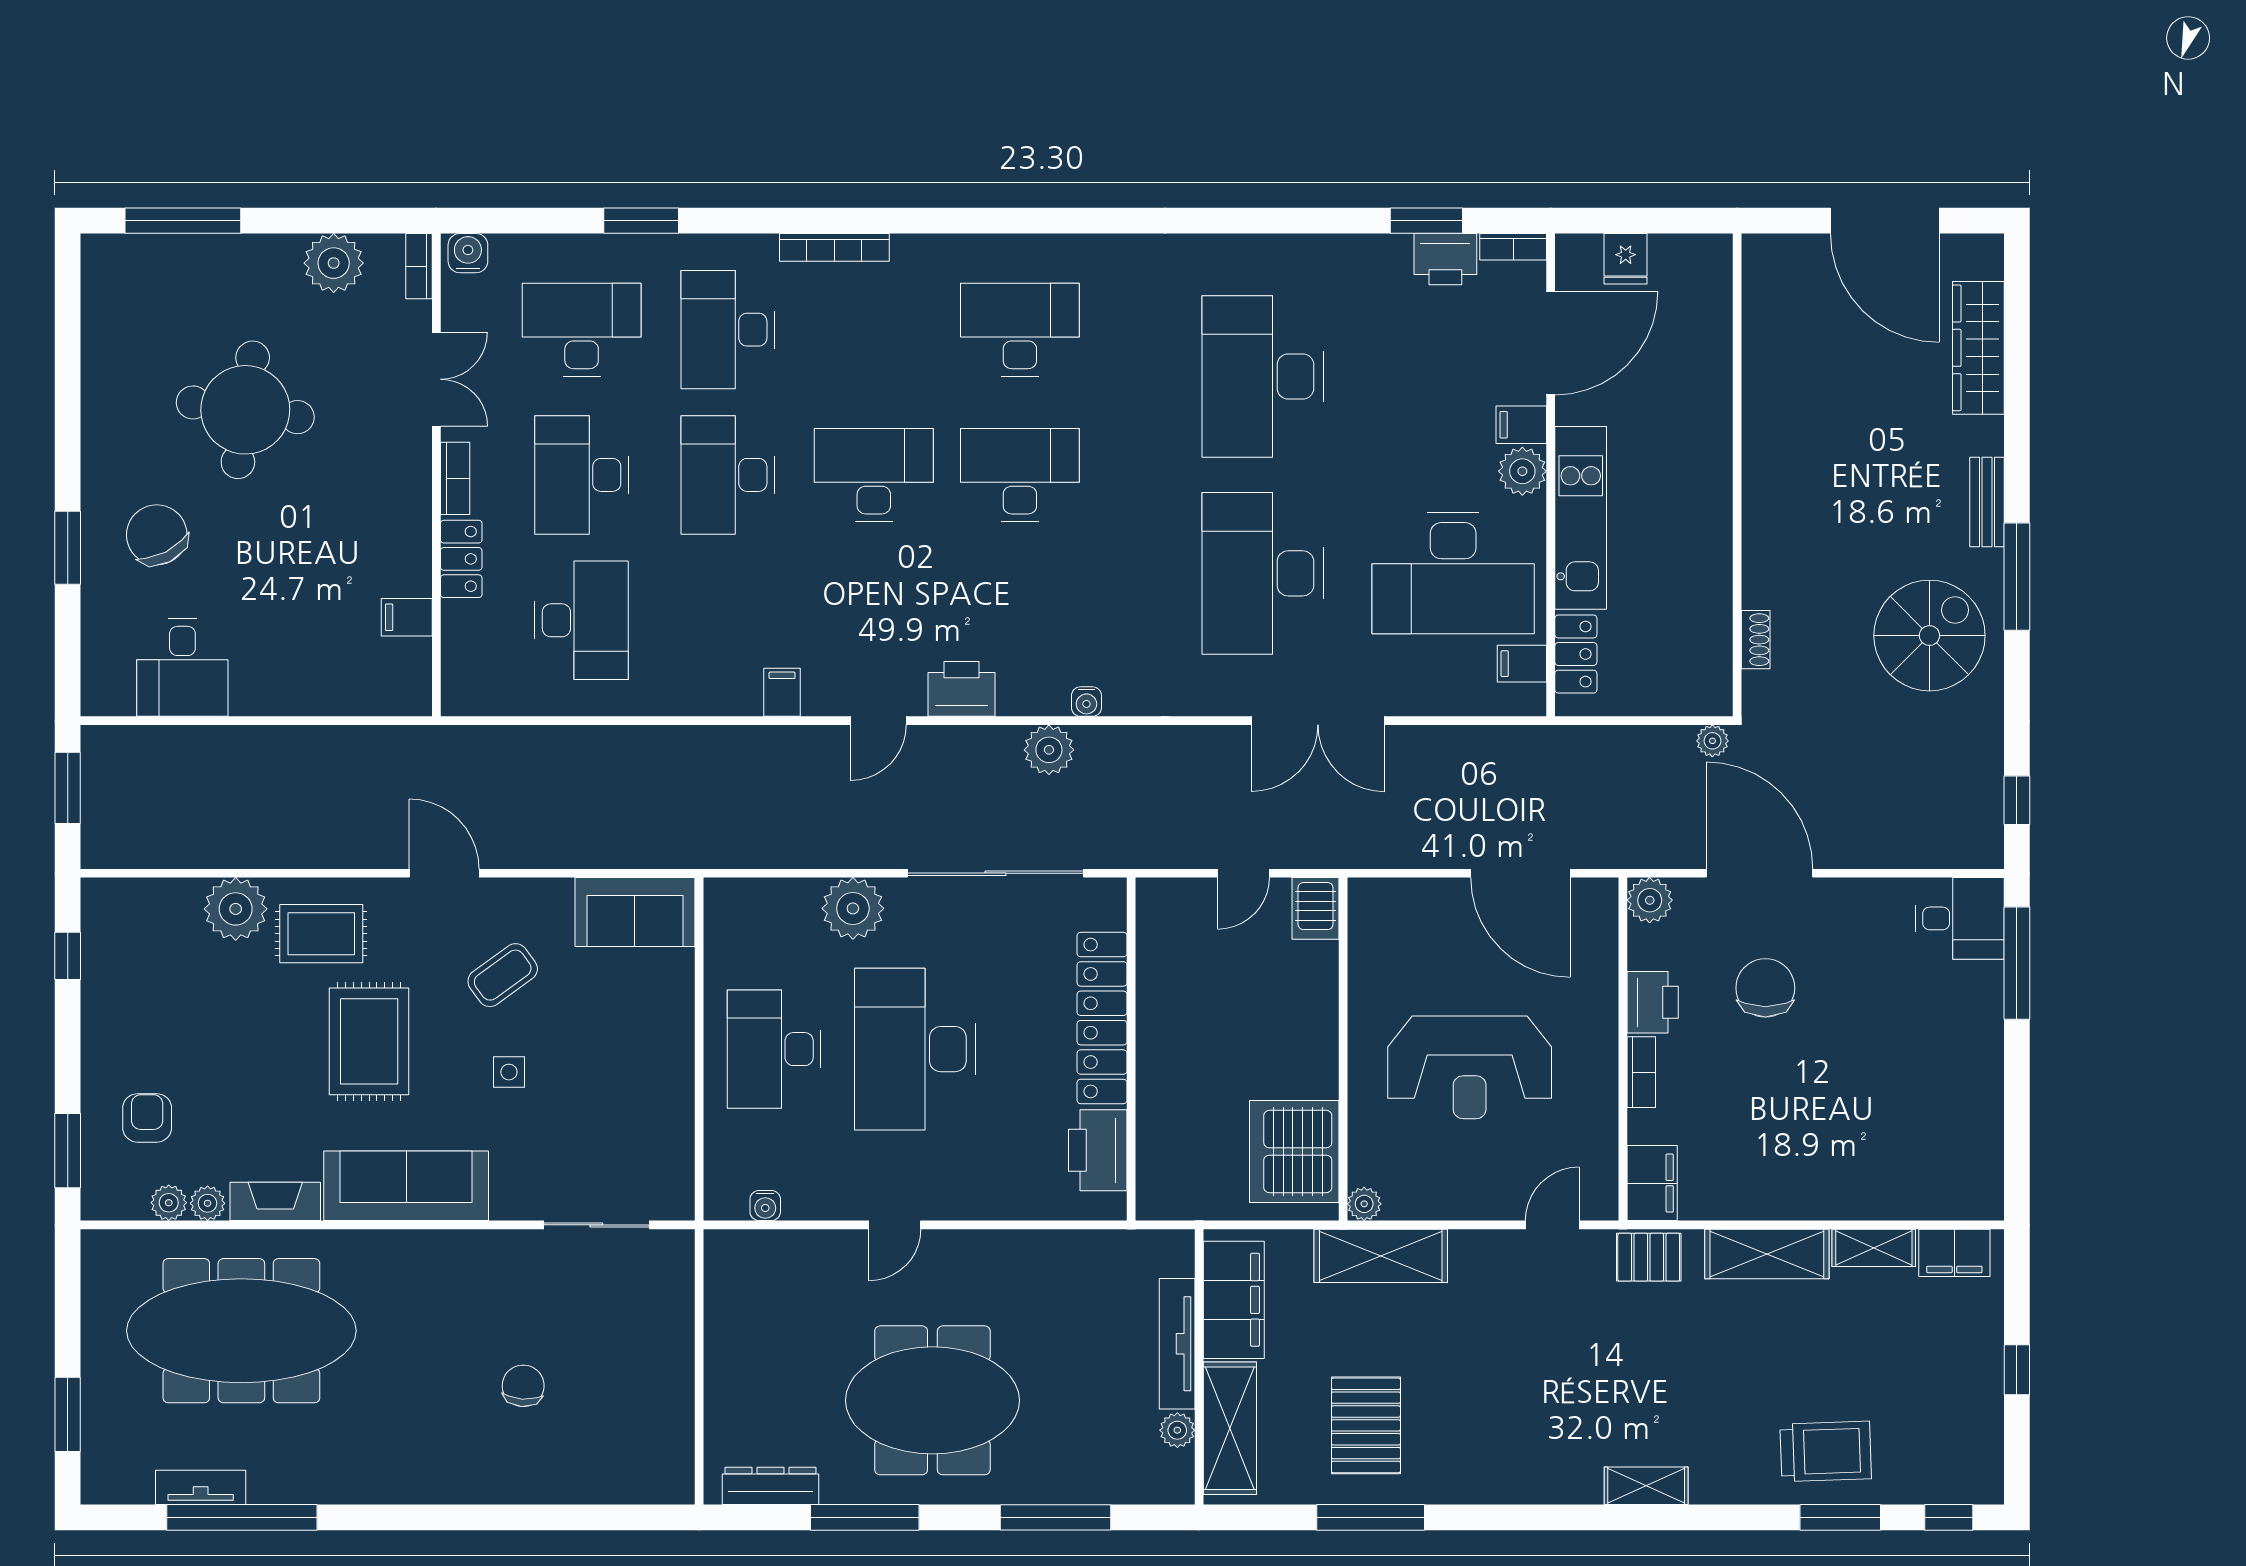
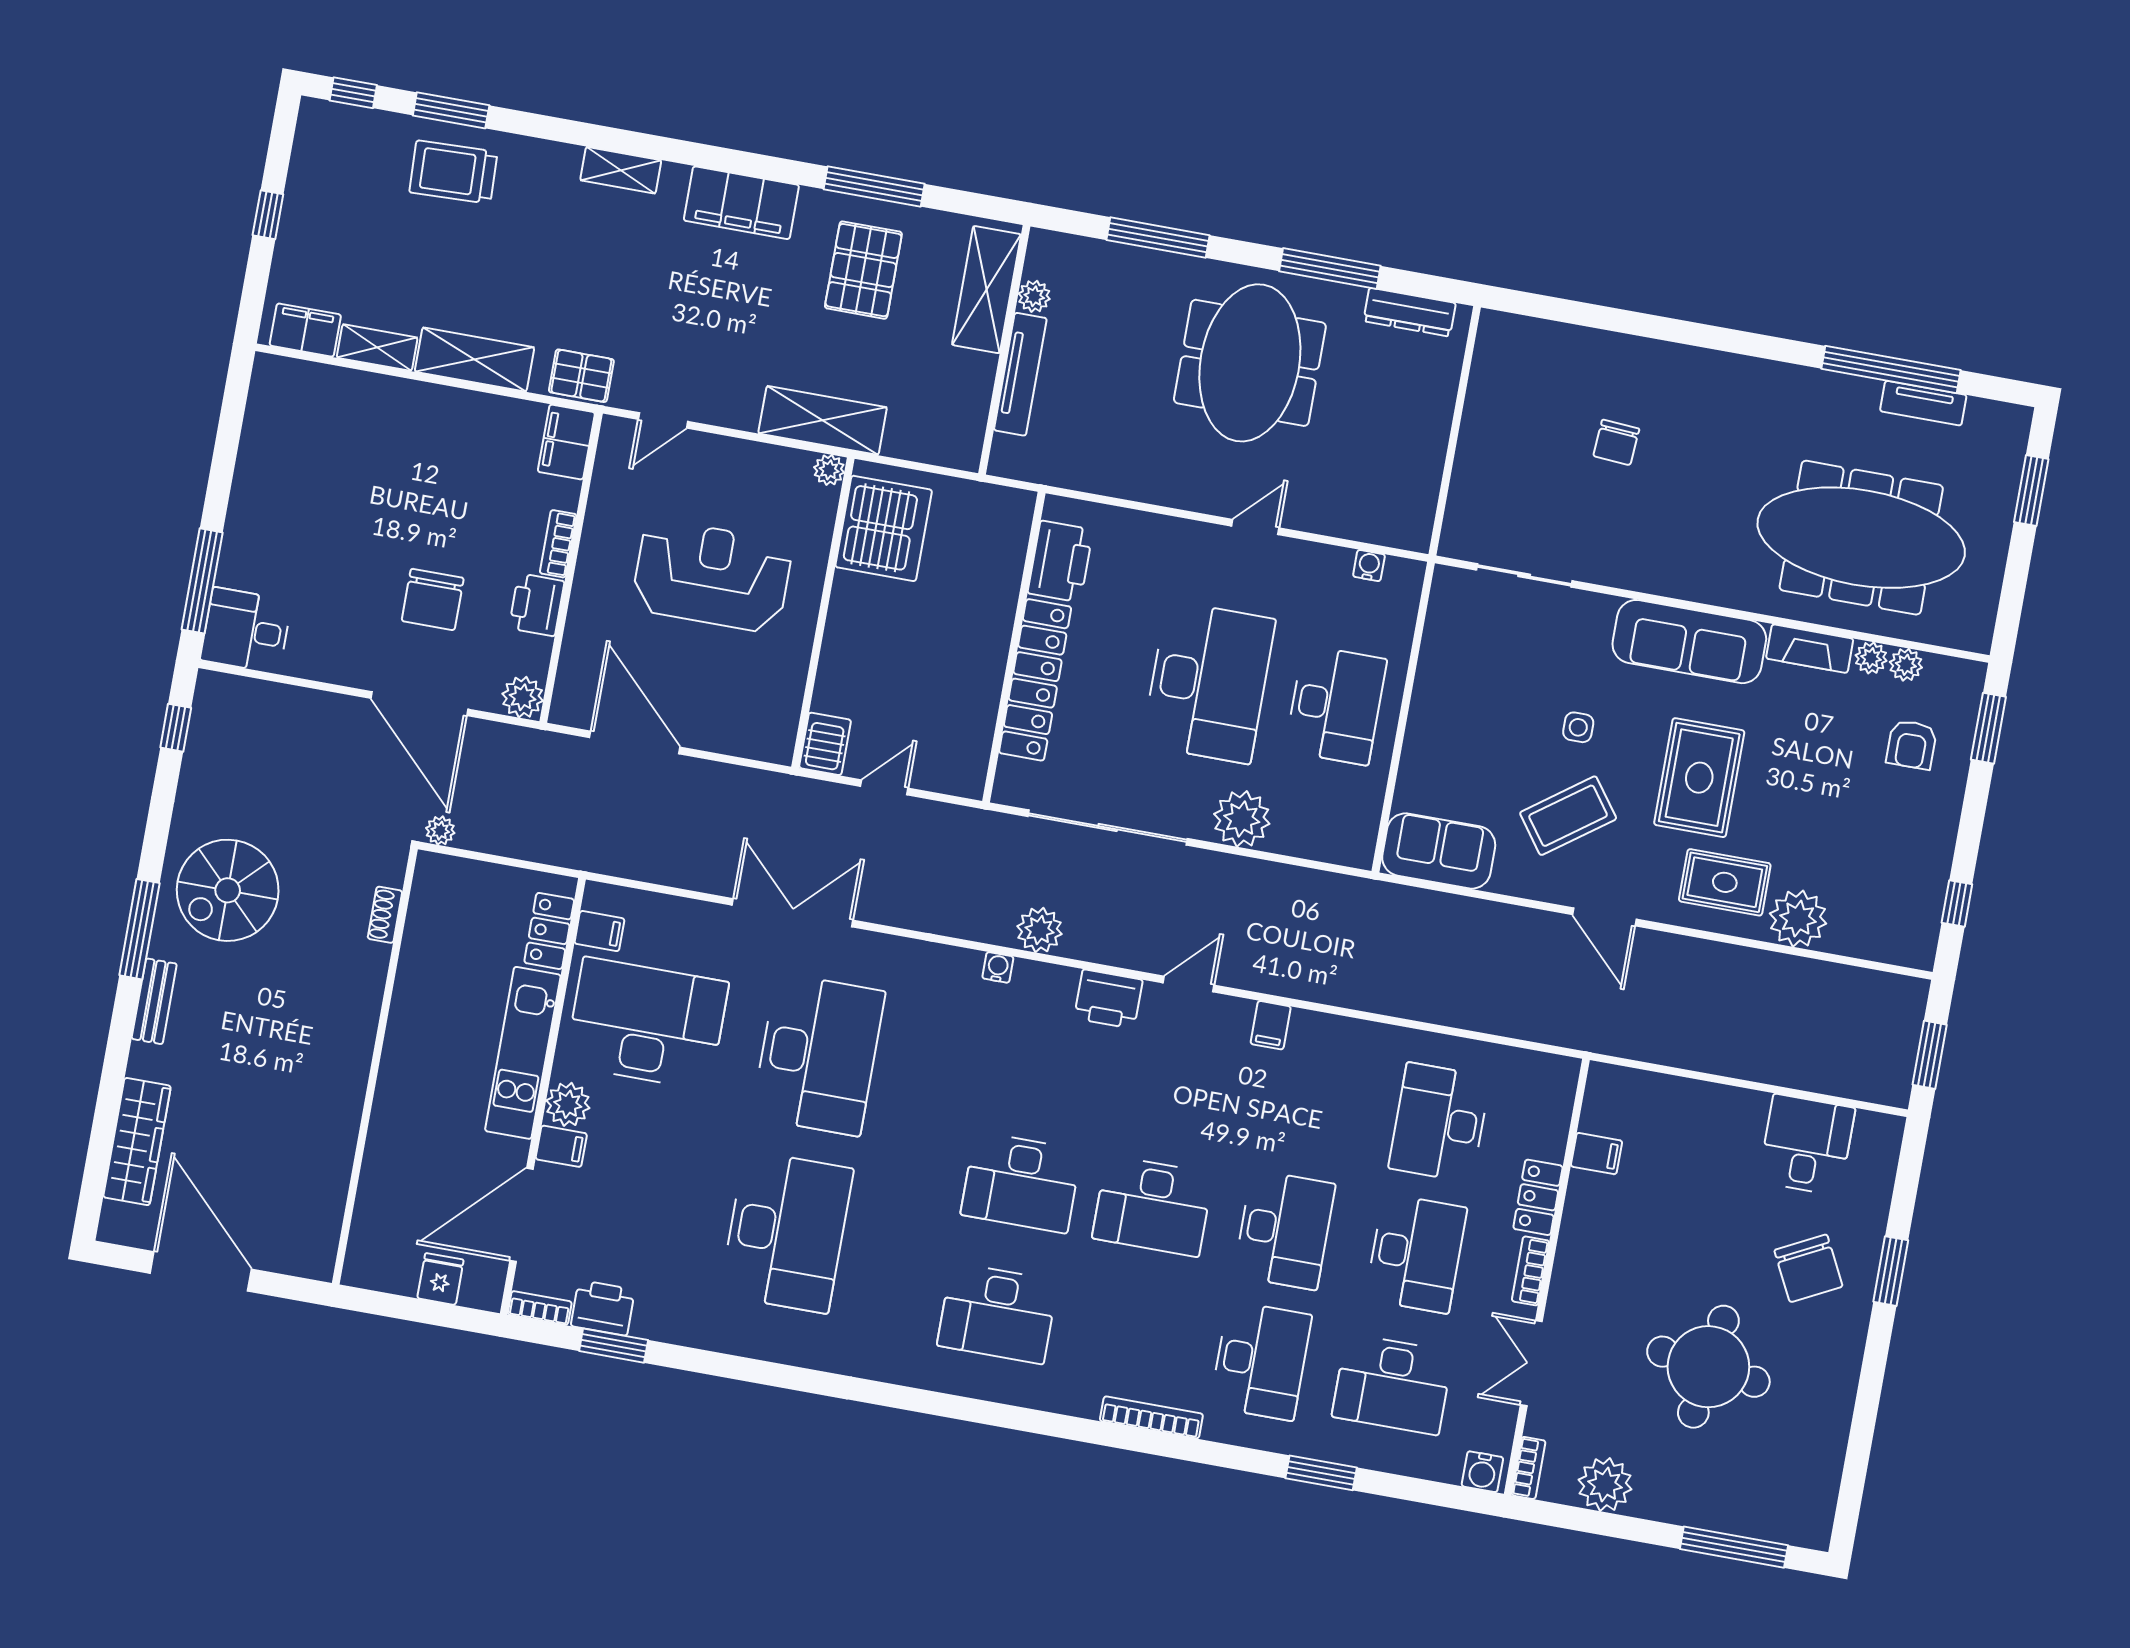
coffee table: (503, 975) -> (1568, 816), width x1.36, depth x1.30
filing cabinet: (1234, 1300) -> (741, 203), moved, turned -90
meeting table: (932, 1400) -> (1250, 363), turned 90

